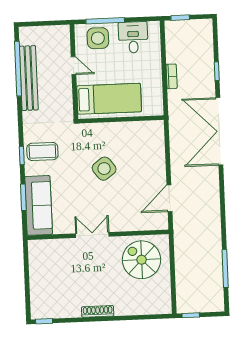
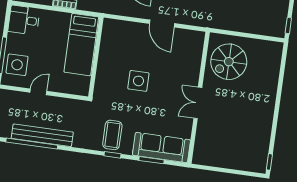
desk: (133, 37) -> (24, 20), moved
bed: (109, 99) -> (81, 45), moved, turned 180
side table: (104, 169) -> (138, 81), turned 37
door: (169, 198) -> (162, 24), moved
shoe rack: (98, 311) -> (269, 111), removed

